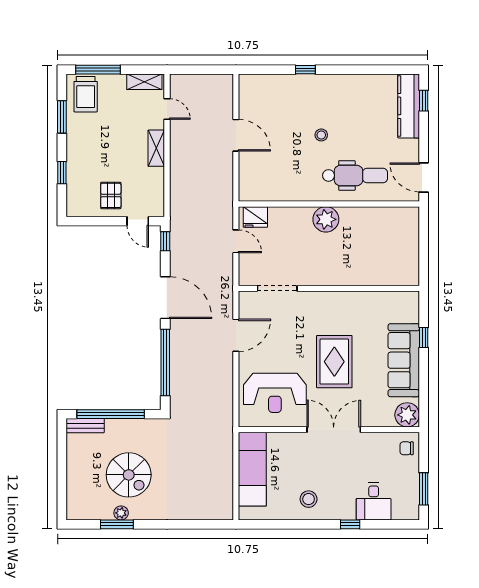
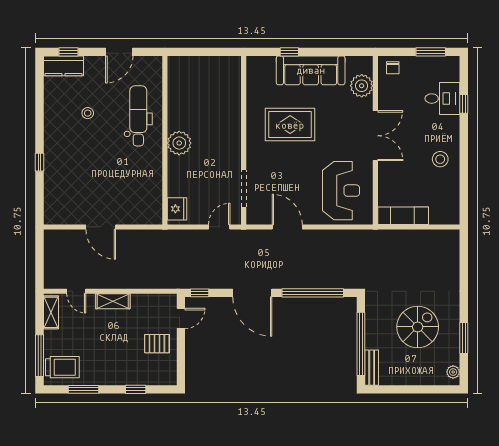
kitchen counter: (409, 106) -> (63, 66), width x0.67
door: (167, 109) -> (76, 291), swing flipped
door: (236, 135) -> (101, 227), swing flipped
stool: (321, 135) -> (88, 113), moved
door: (424, 177) -> (119, 52), moved
door: (236, 241) -> (219, 227), moved
door: (165, 298) -> (252, 293), swing flipped
rug: (334, 362) -> (290, 125), moved
plant: (407, 415) -> (362, 86), moved
double door: (334, 430) -> (375, 136), swing flipped
exam couch: (252, 469) -> (403, 216), width x0.73, depth x0.69
plant: (121, 513) -> (453, 372), moved
window: (350, 524) -> (464, 104), moved

